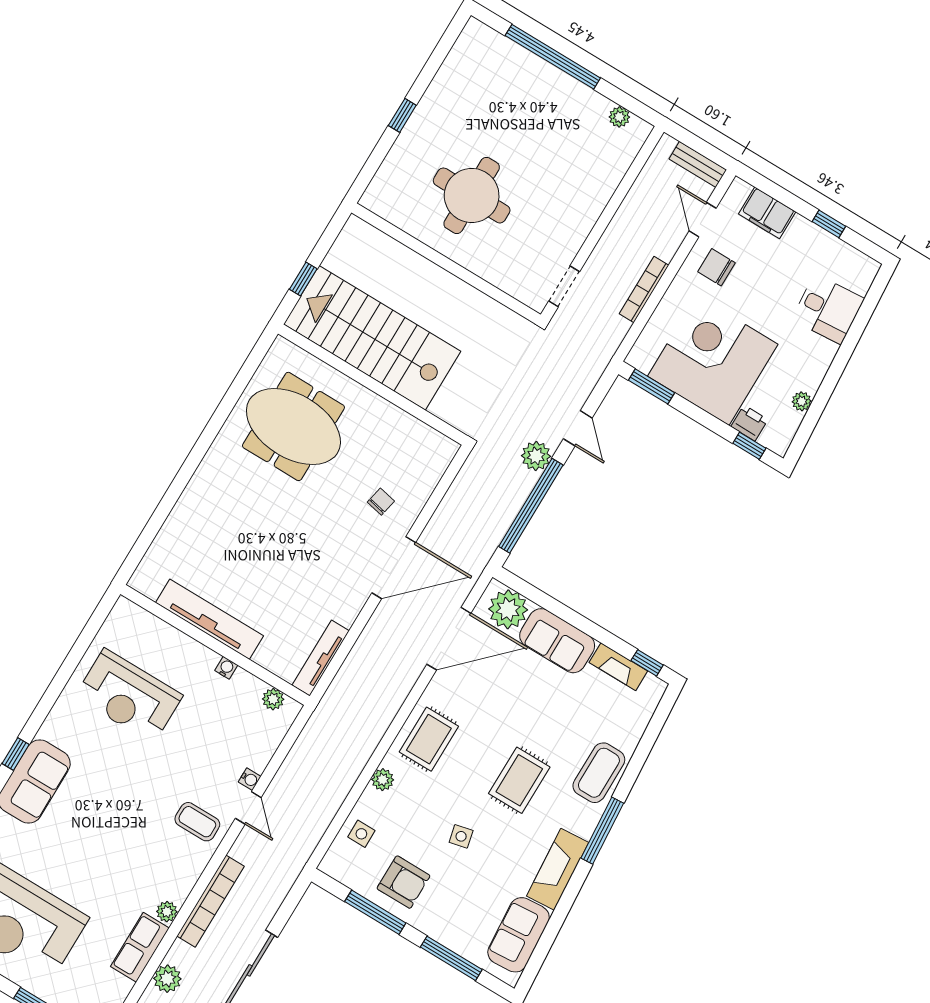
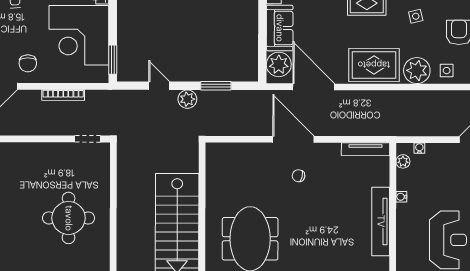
door: (578, 428) -> (159, 86), hinge flipped
chair: (381, 502) -> (299, 176), moved
window: (531, 506) -> (216, 86), width x0.47
rug: (429, 739) -> (374, 65), width x1.36, depth x1.43
water cooler: (250, 779) -> (419, 148), moved
plant: (383, 780) -> (417, 71), width x1.88, depth x1.88

